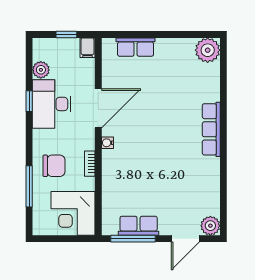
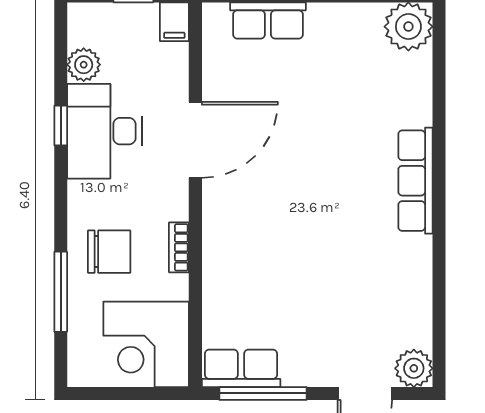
water cooler: (108, 143) -> (213, 207), removed
row of seats: (139, 226) -> (241, 368), moved

